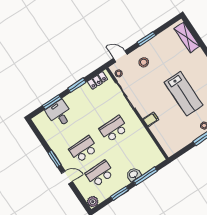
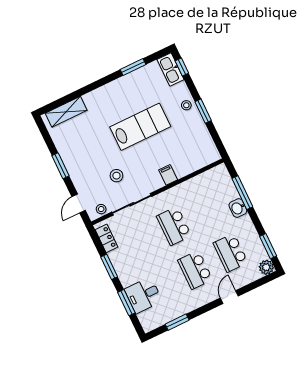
stool: (144, 62) -> (116, 176), moved
window: (54, 159) -> (177, 322), moved
window: (120, 193) -> (268, 246), moved

